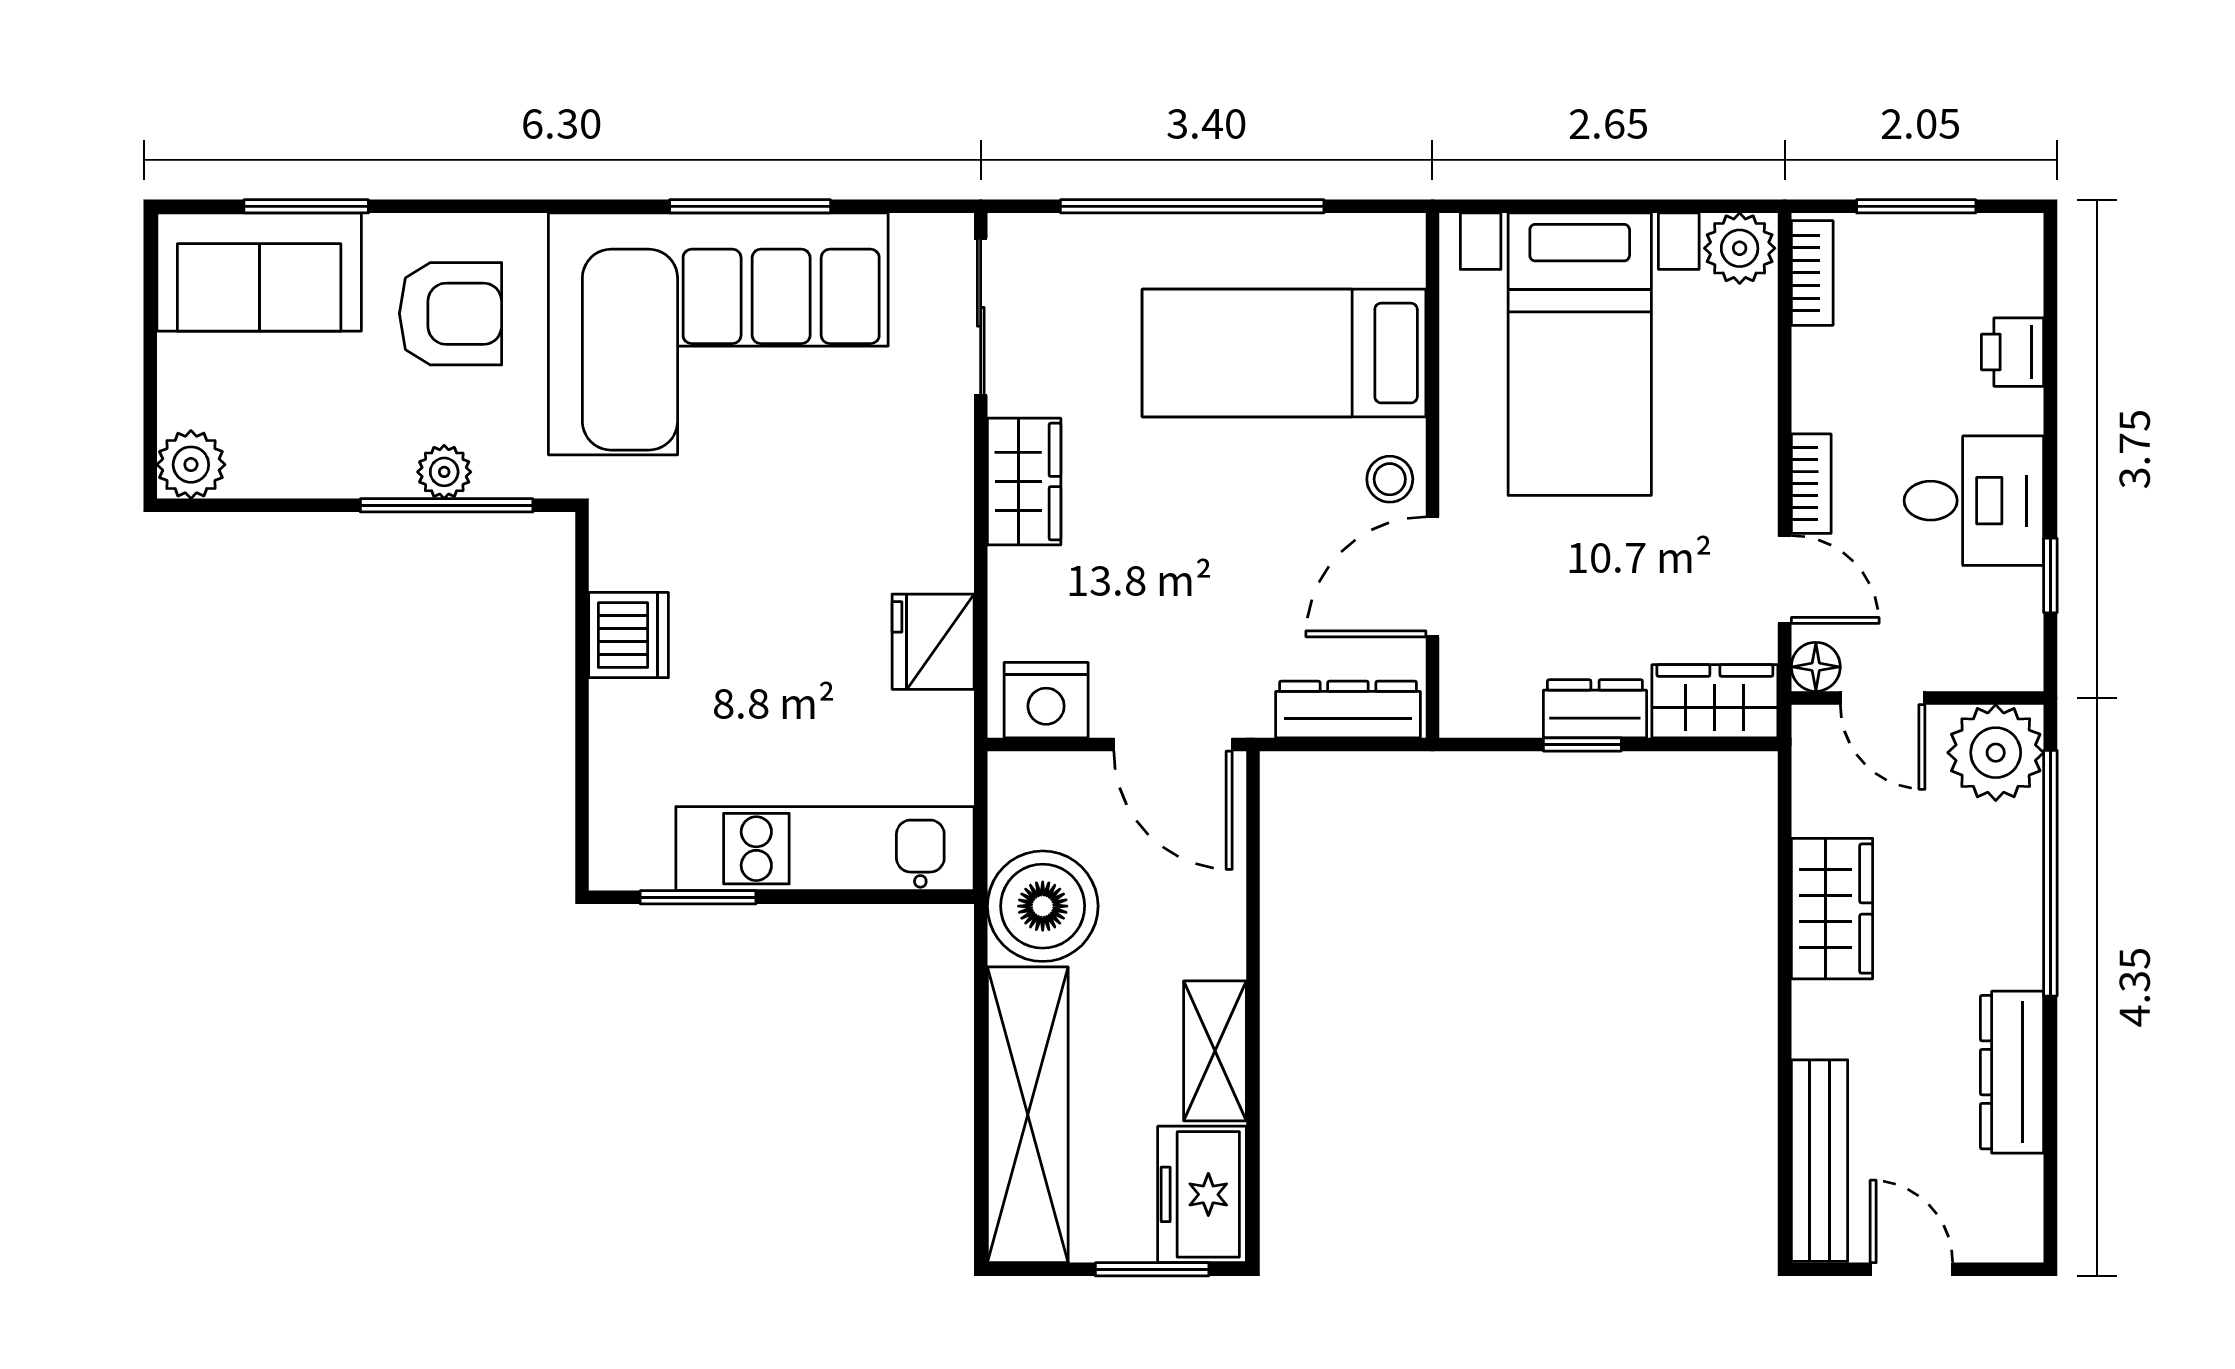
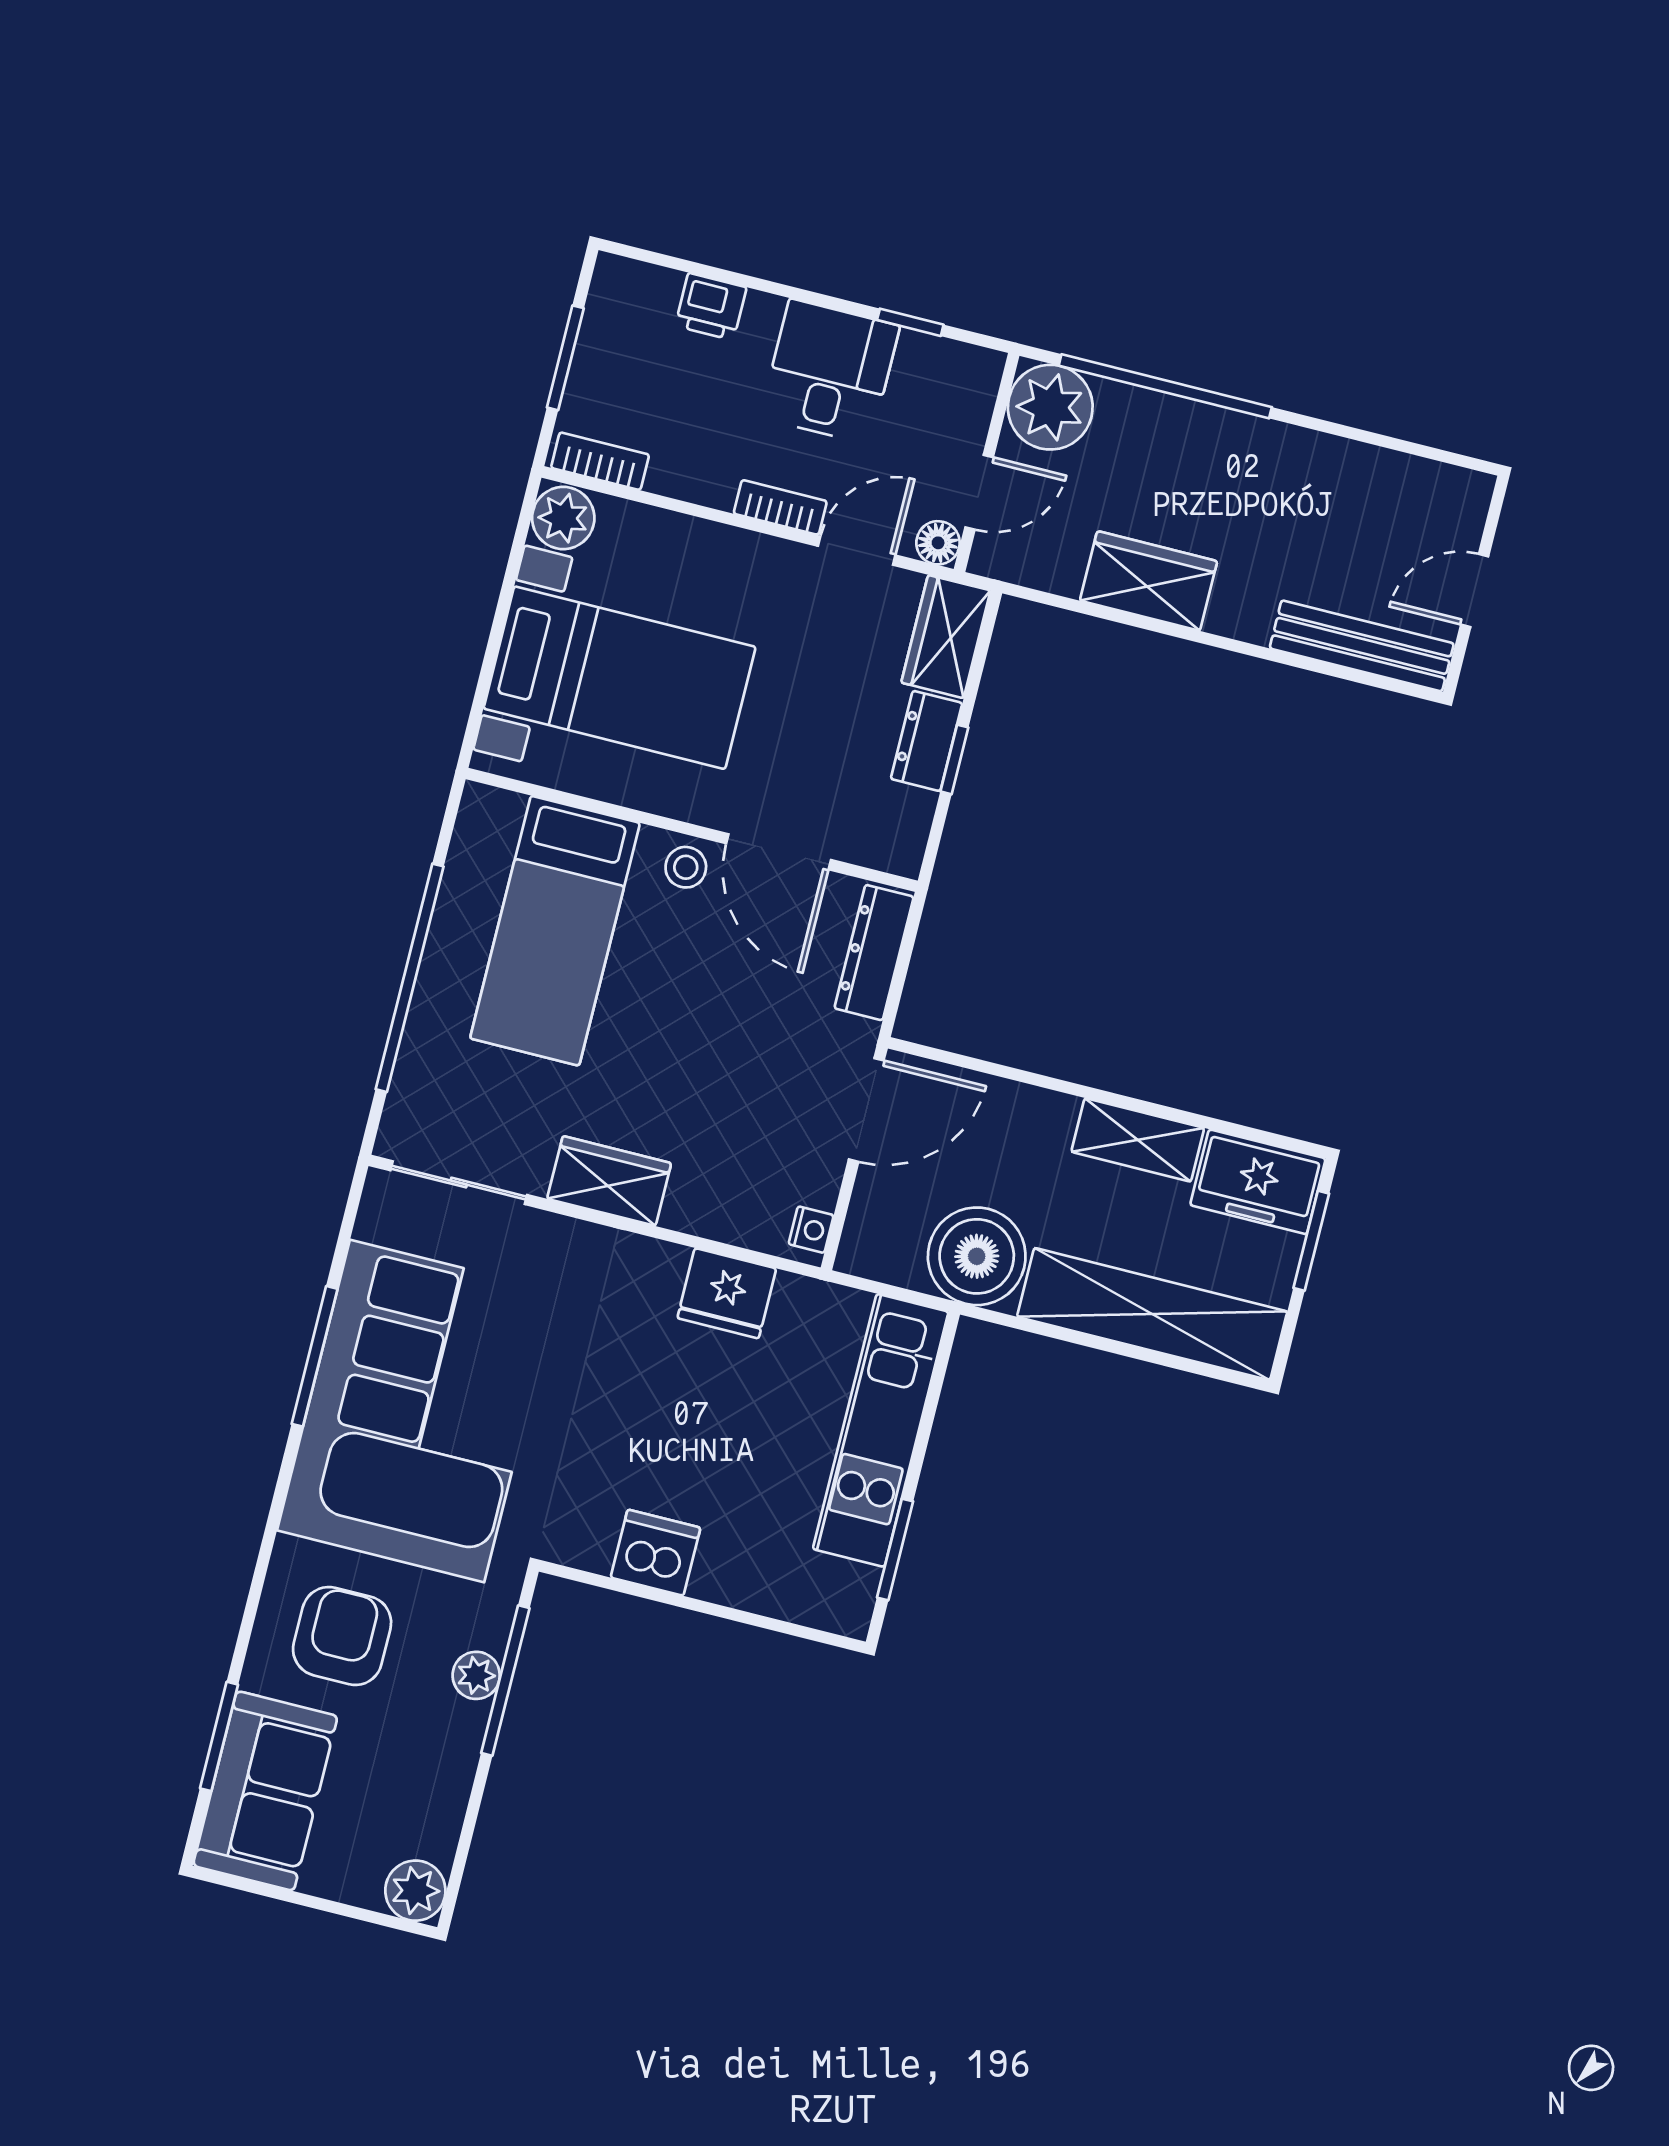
nightstand: (1046, 700) -> (811, 1230), width x0.53, depth x0.56
dresser: (2012, 1072) -> (1327, 462), removed

